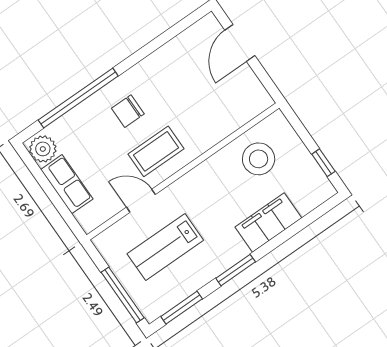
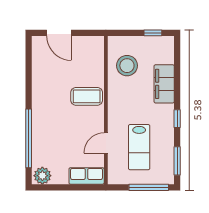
chair: (128, 111) -> (54, 117), removed
coffee table: (156, 151) -> (87, 96), moved, turned 90
row of seats: (67, 184) -> (87, 176), moved
window: (236, 270) -> (177, 119), width x0.67

